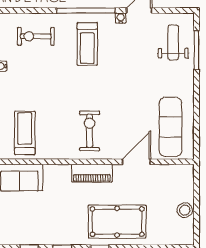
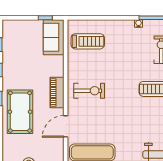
door: (136, 162) -> (66, 126), swing flipped

